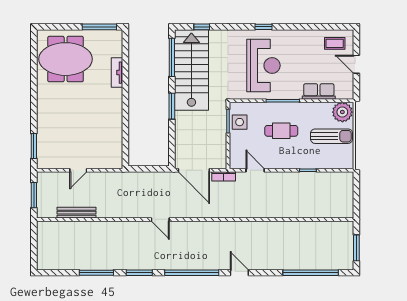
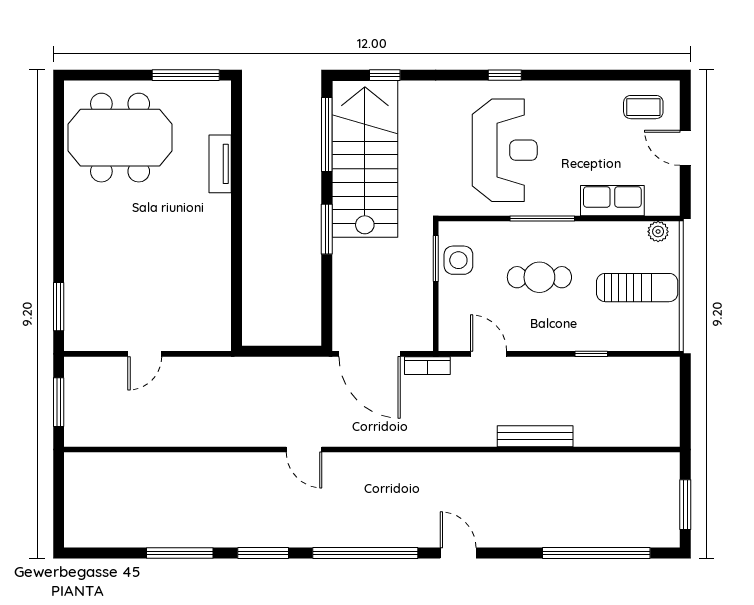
plant: (342, 112) -> (658, 232), width x0.53, depth x0.53
bench: (77, 213) -> (535, 436), moved

